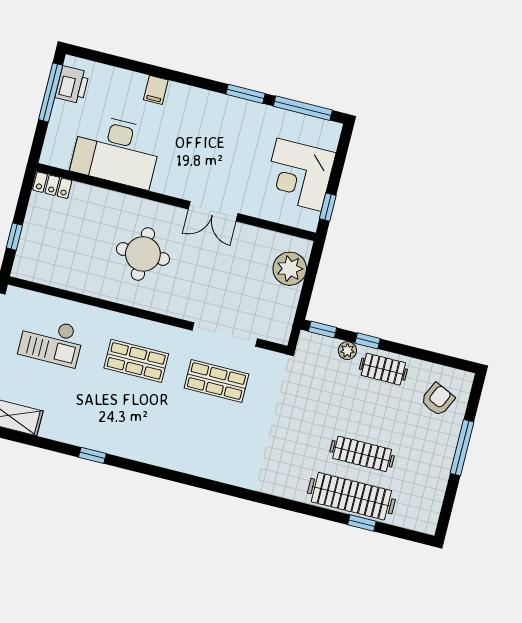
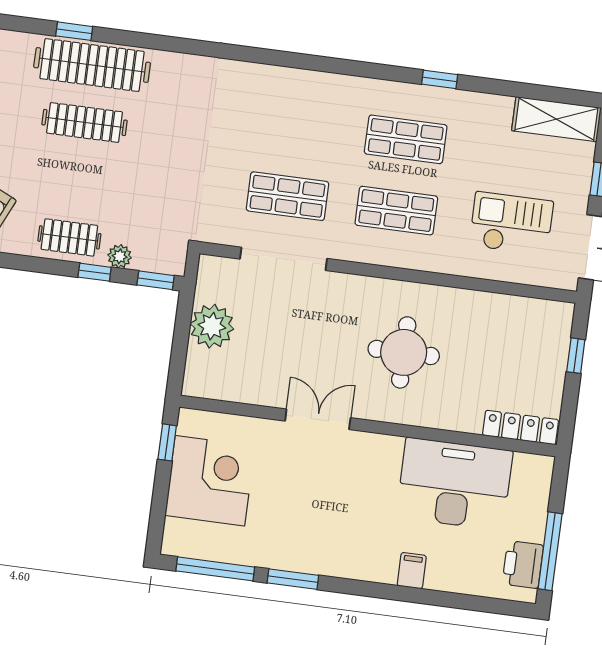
locker: (52, 185) -> (521, 428), width x1.53
plant: (290, 269) -> (212, 326), moved
shop shelf: (123, 413) -> (406, 139), added

